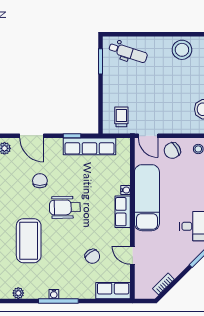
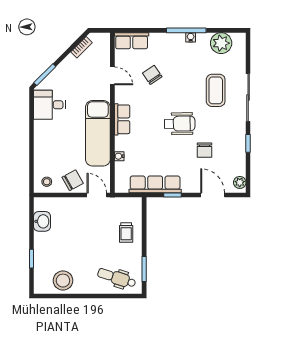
trolley: (121, 117) -> (126, 232), moved
water cooler: (126, 190) -> (119, 156), moved
coffee table: (29, 241) -> (216, 90), width x0.73, depth x0.76
plant: (18, 293) -> (221, 43), width x1.87, depth x1.87

